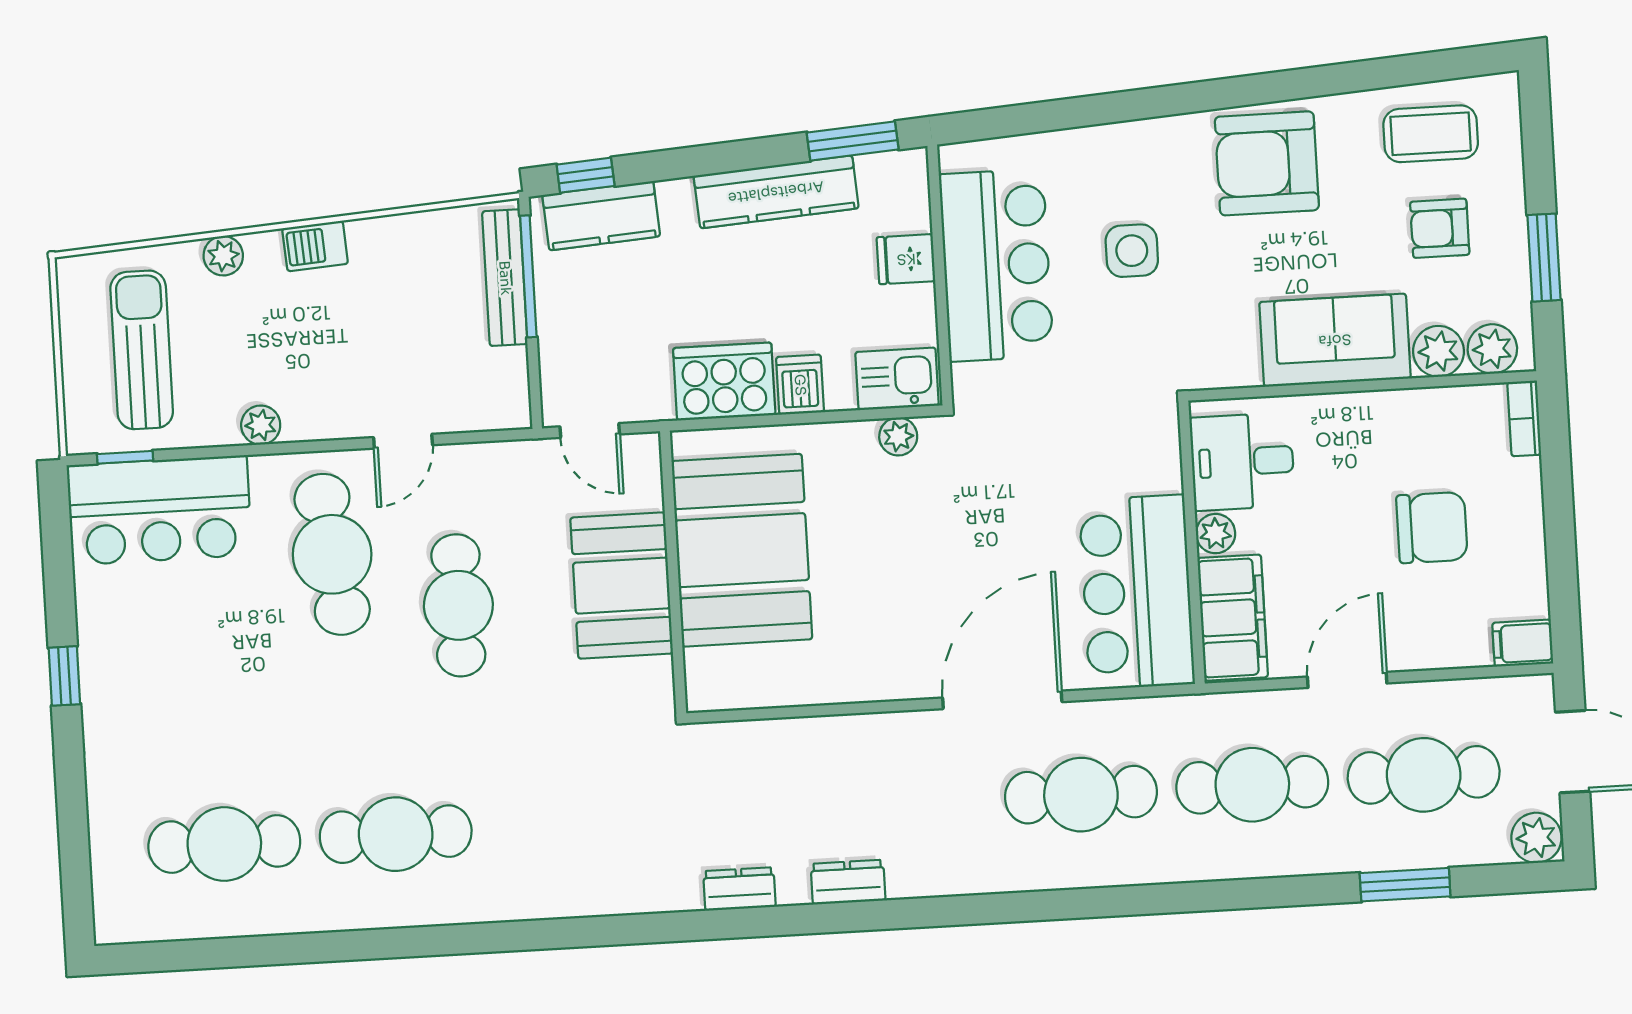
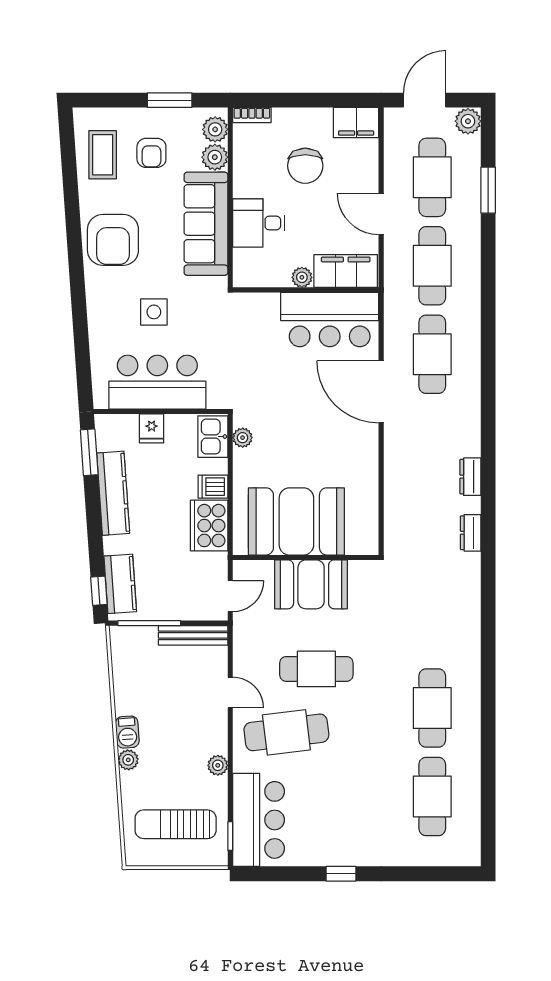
plant: (223, 256) -> (128, 760), moved
bench: (505, 278) -> (193, 635), moved
sofa: (1335, 340) -> (206, 224), width x1.36
desk: (1242, 462) -> (259, 223), moved, turned 90
chair: (1432, 528) -> (305, 166), turned 180
filing cabinet: (1523, 643) -> (356, 122), width x2.00

